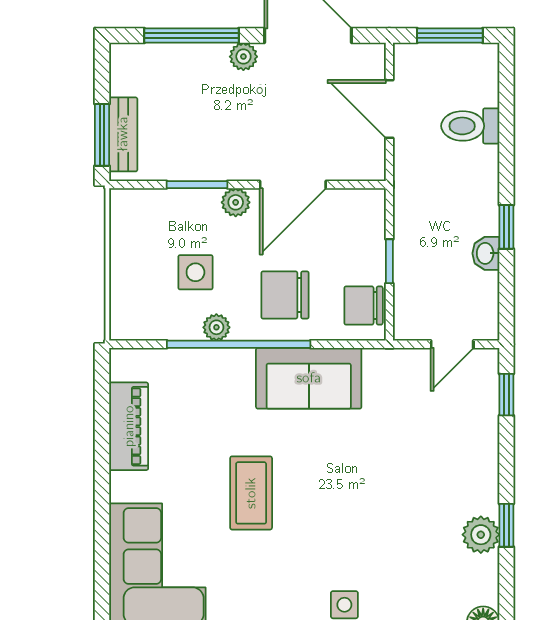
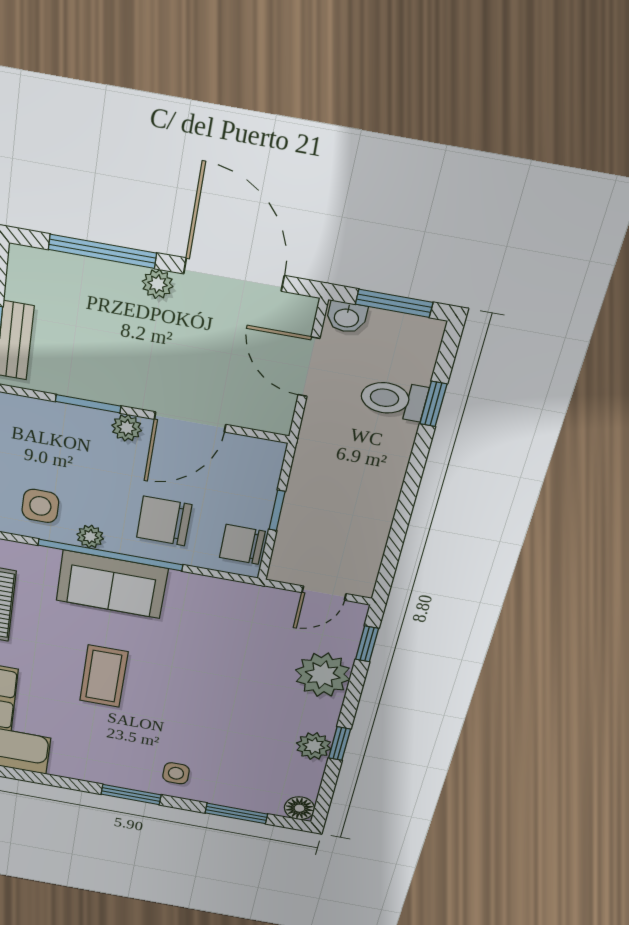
window: (506, 227) -> (433, 404), moved
washbasin: (486, 253) -> (347, 317), moved, turned -90
side table: (195, 272) -> (40, 506), moved
sofa: (309, 378) -> (112, 584), moved
plant: (471, 442) -> (323, 675), added

